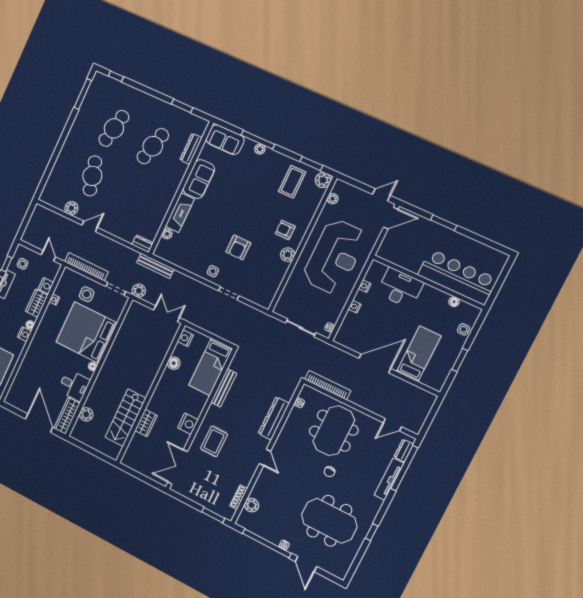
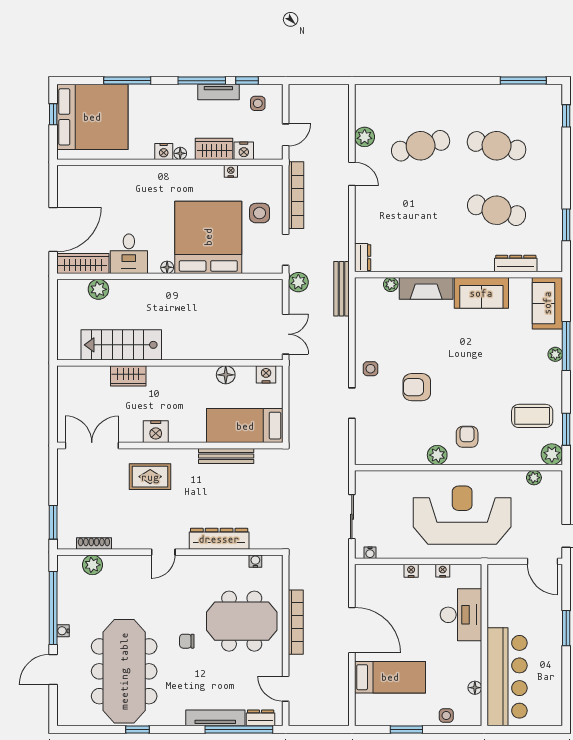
reception desk: (334, 257) -> (462, 515), turned 180
bookcase: (328, 385) -> (296, 622), moved
meeting table: (329, 521) -> (124, 671), width x1.36

